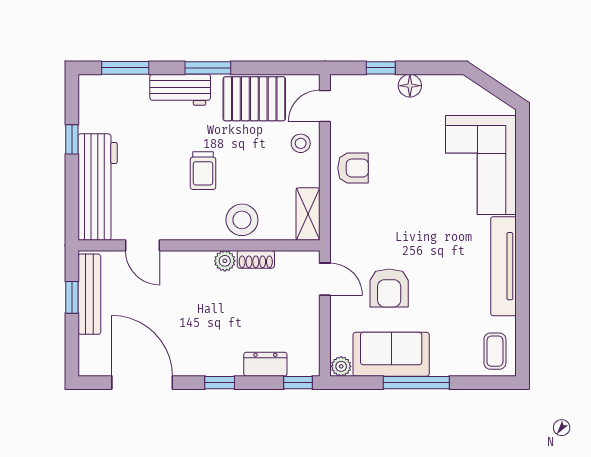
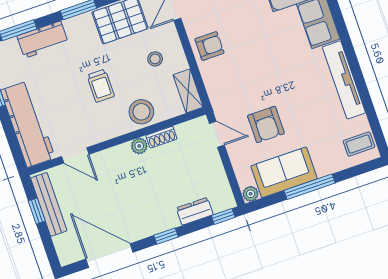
workbench: (180, 90) -> (43, 40), moved
stool: (301, 143) -> (155, 59), moved
coffee table: (495, 351) -> (359, 144), turned 90

